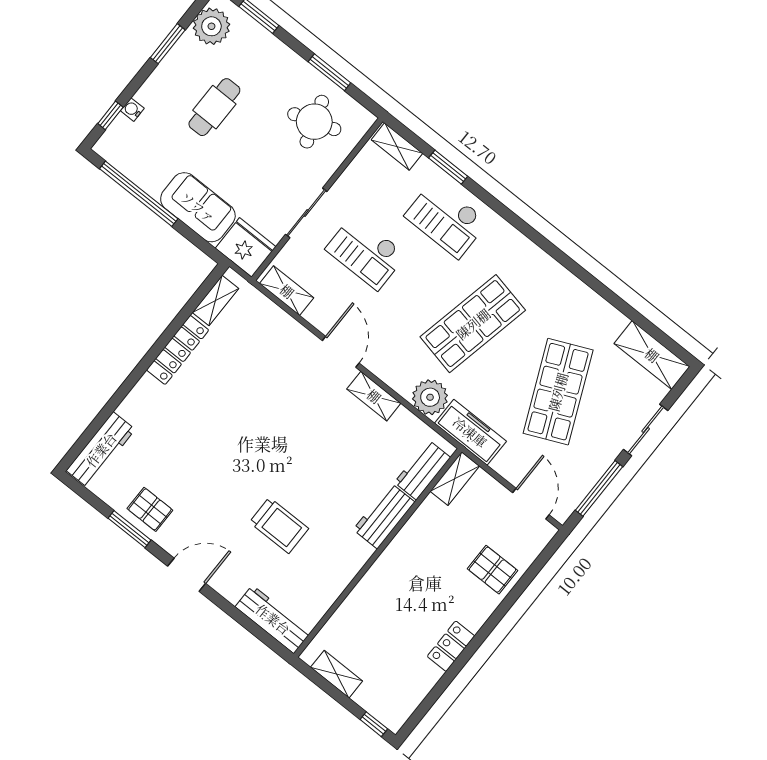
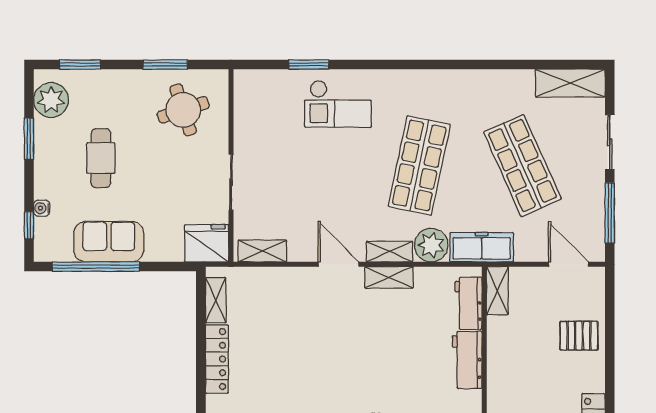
shelving: (397, 146) -> (389, 252), moved
sofa: (198, 207) -> (109, 242), moved
checkout: (366, 252) -> (298, 176), removed

